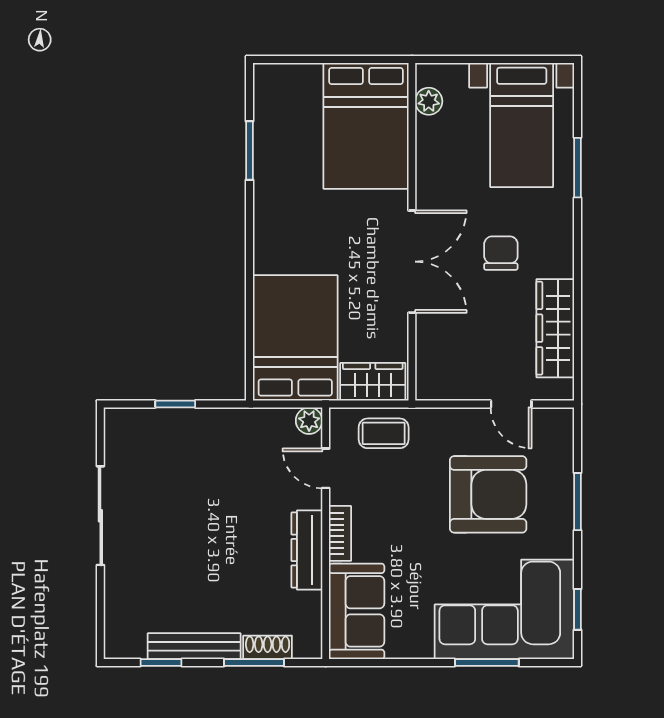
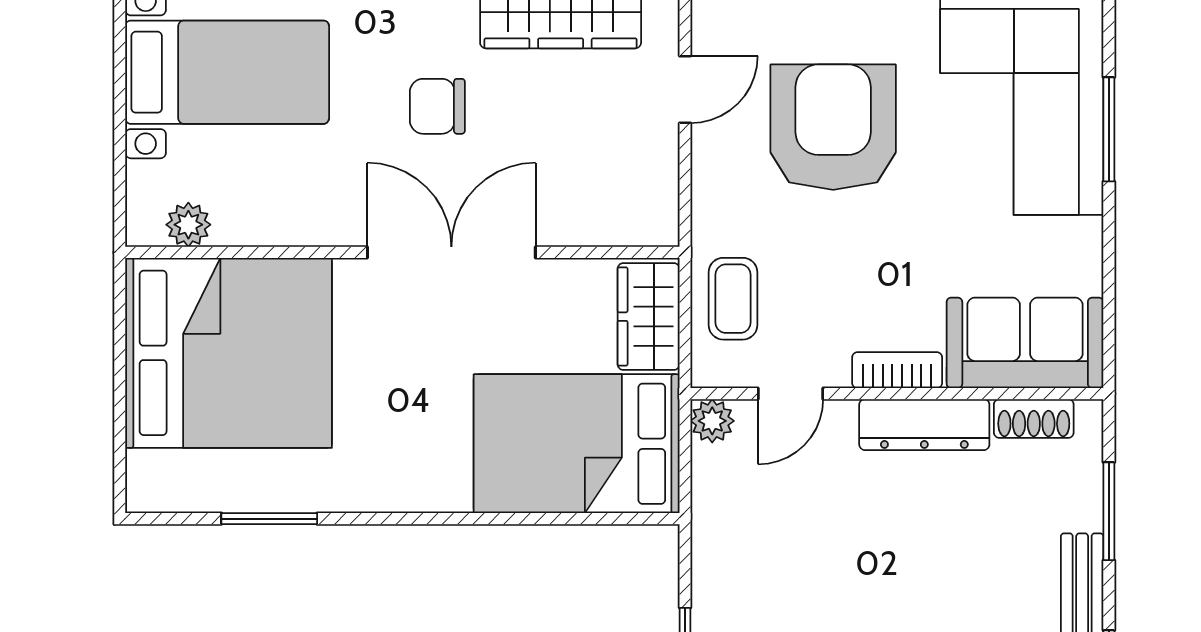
bed: (366, 126) -> (229, 353), width x1.36
shoe rack: (268, 647) -> (1034, 418), moved, turned -90

